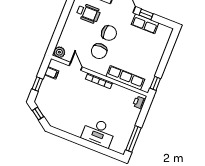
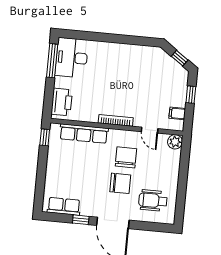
row of seats: (145, 24) -> (64, 206), moved
chair: (109, 33) -> (120, 183), turned 180
printer: (139, 102) -> (62, 102), width x1.87, depth x1.48
desk: (99, 133) -> (72, 58), moved, turned -90

